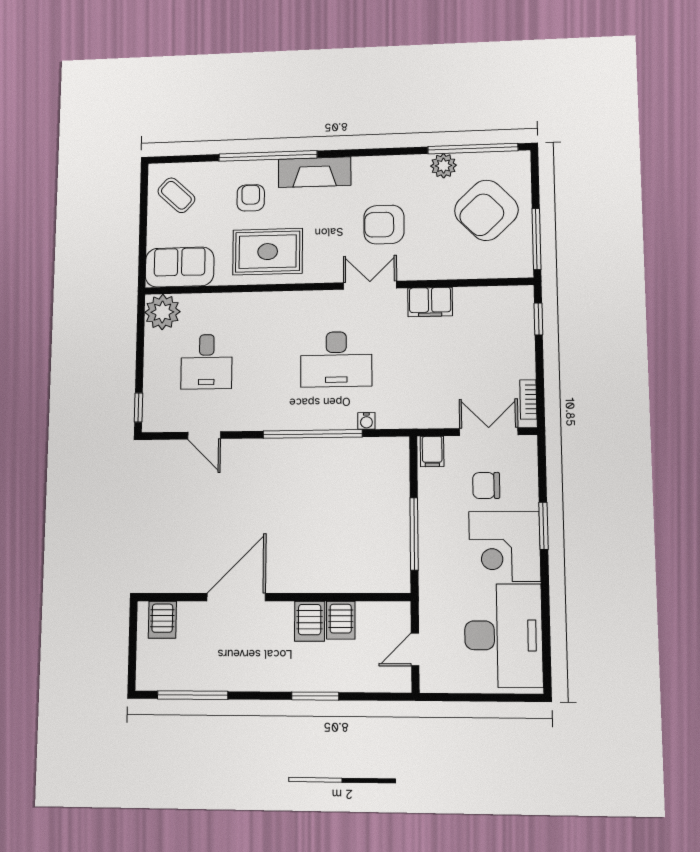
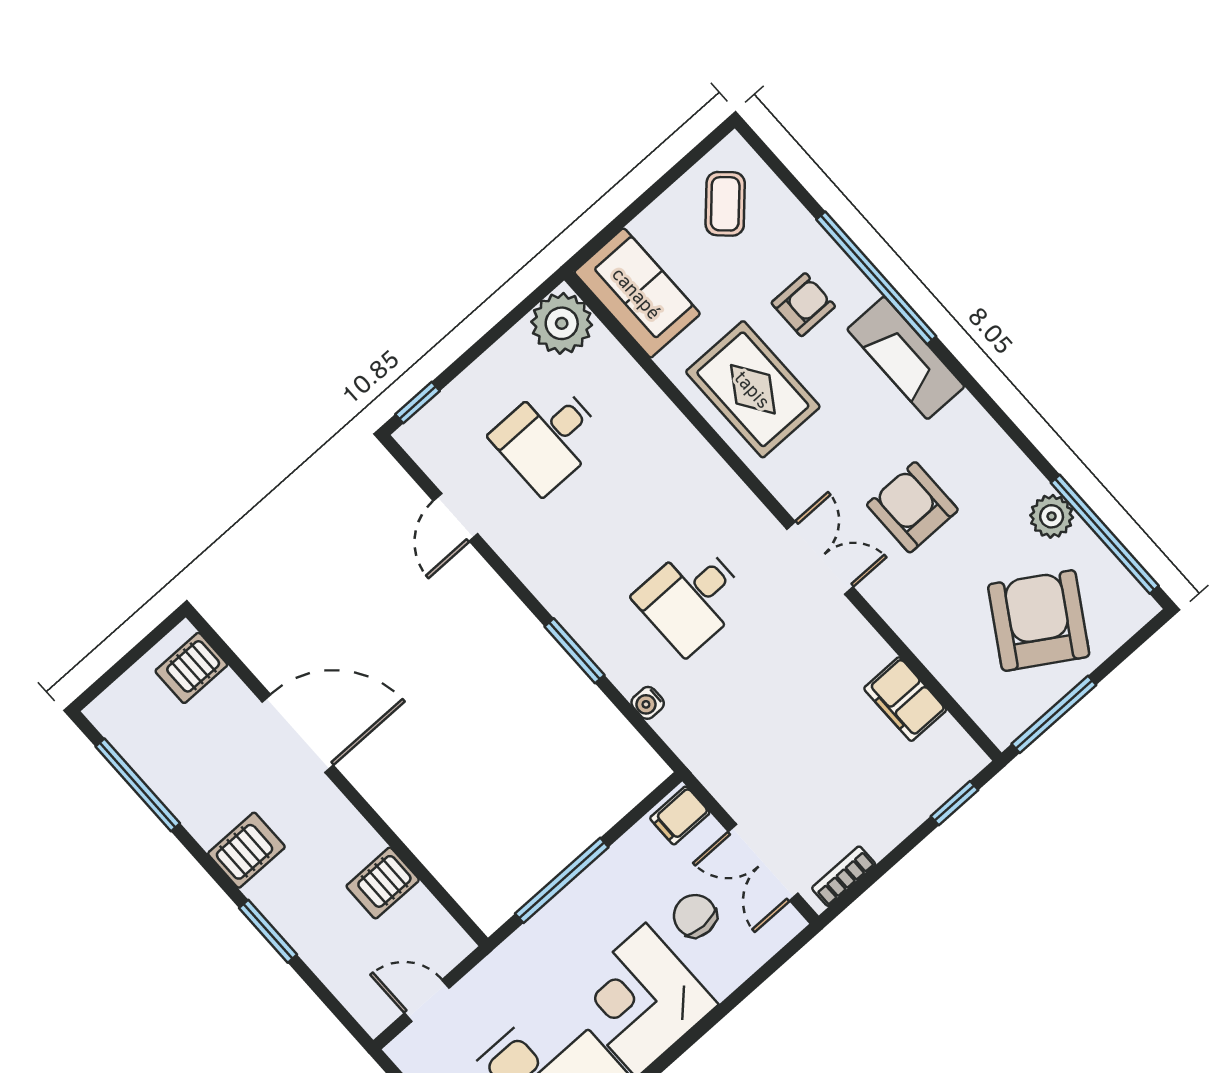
armchair: (486, 210) -> (1039, 621), turned 76
filing cabinet: (430, 302) -> (905, 699), moved
desk: (336, 359) -> (691, 598), width x0.73
double door: (489, 432) -> (763, 862), swing flipped
window: (313, 434) -> (574, 651), width x0.47
window: (543, 526) -> (706, 1025), removed
server rack: (310, 621) -> (246, 850), moved, turned 180

